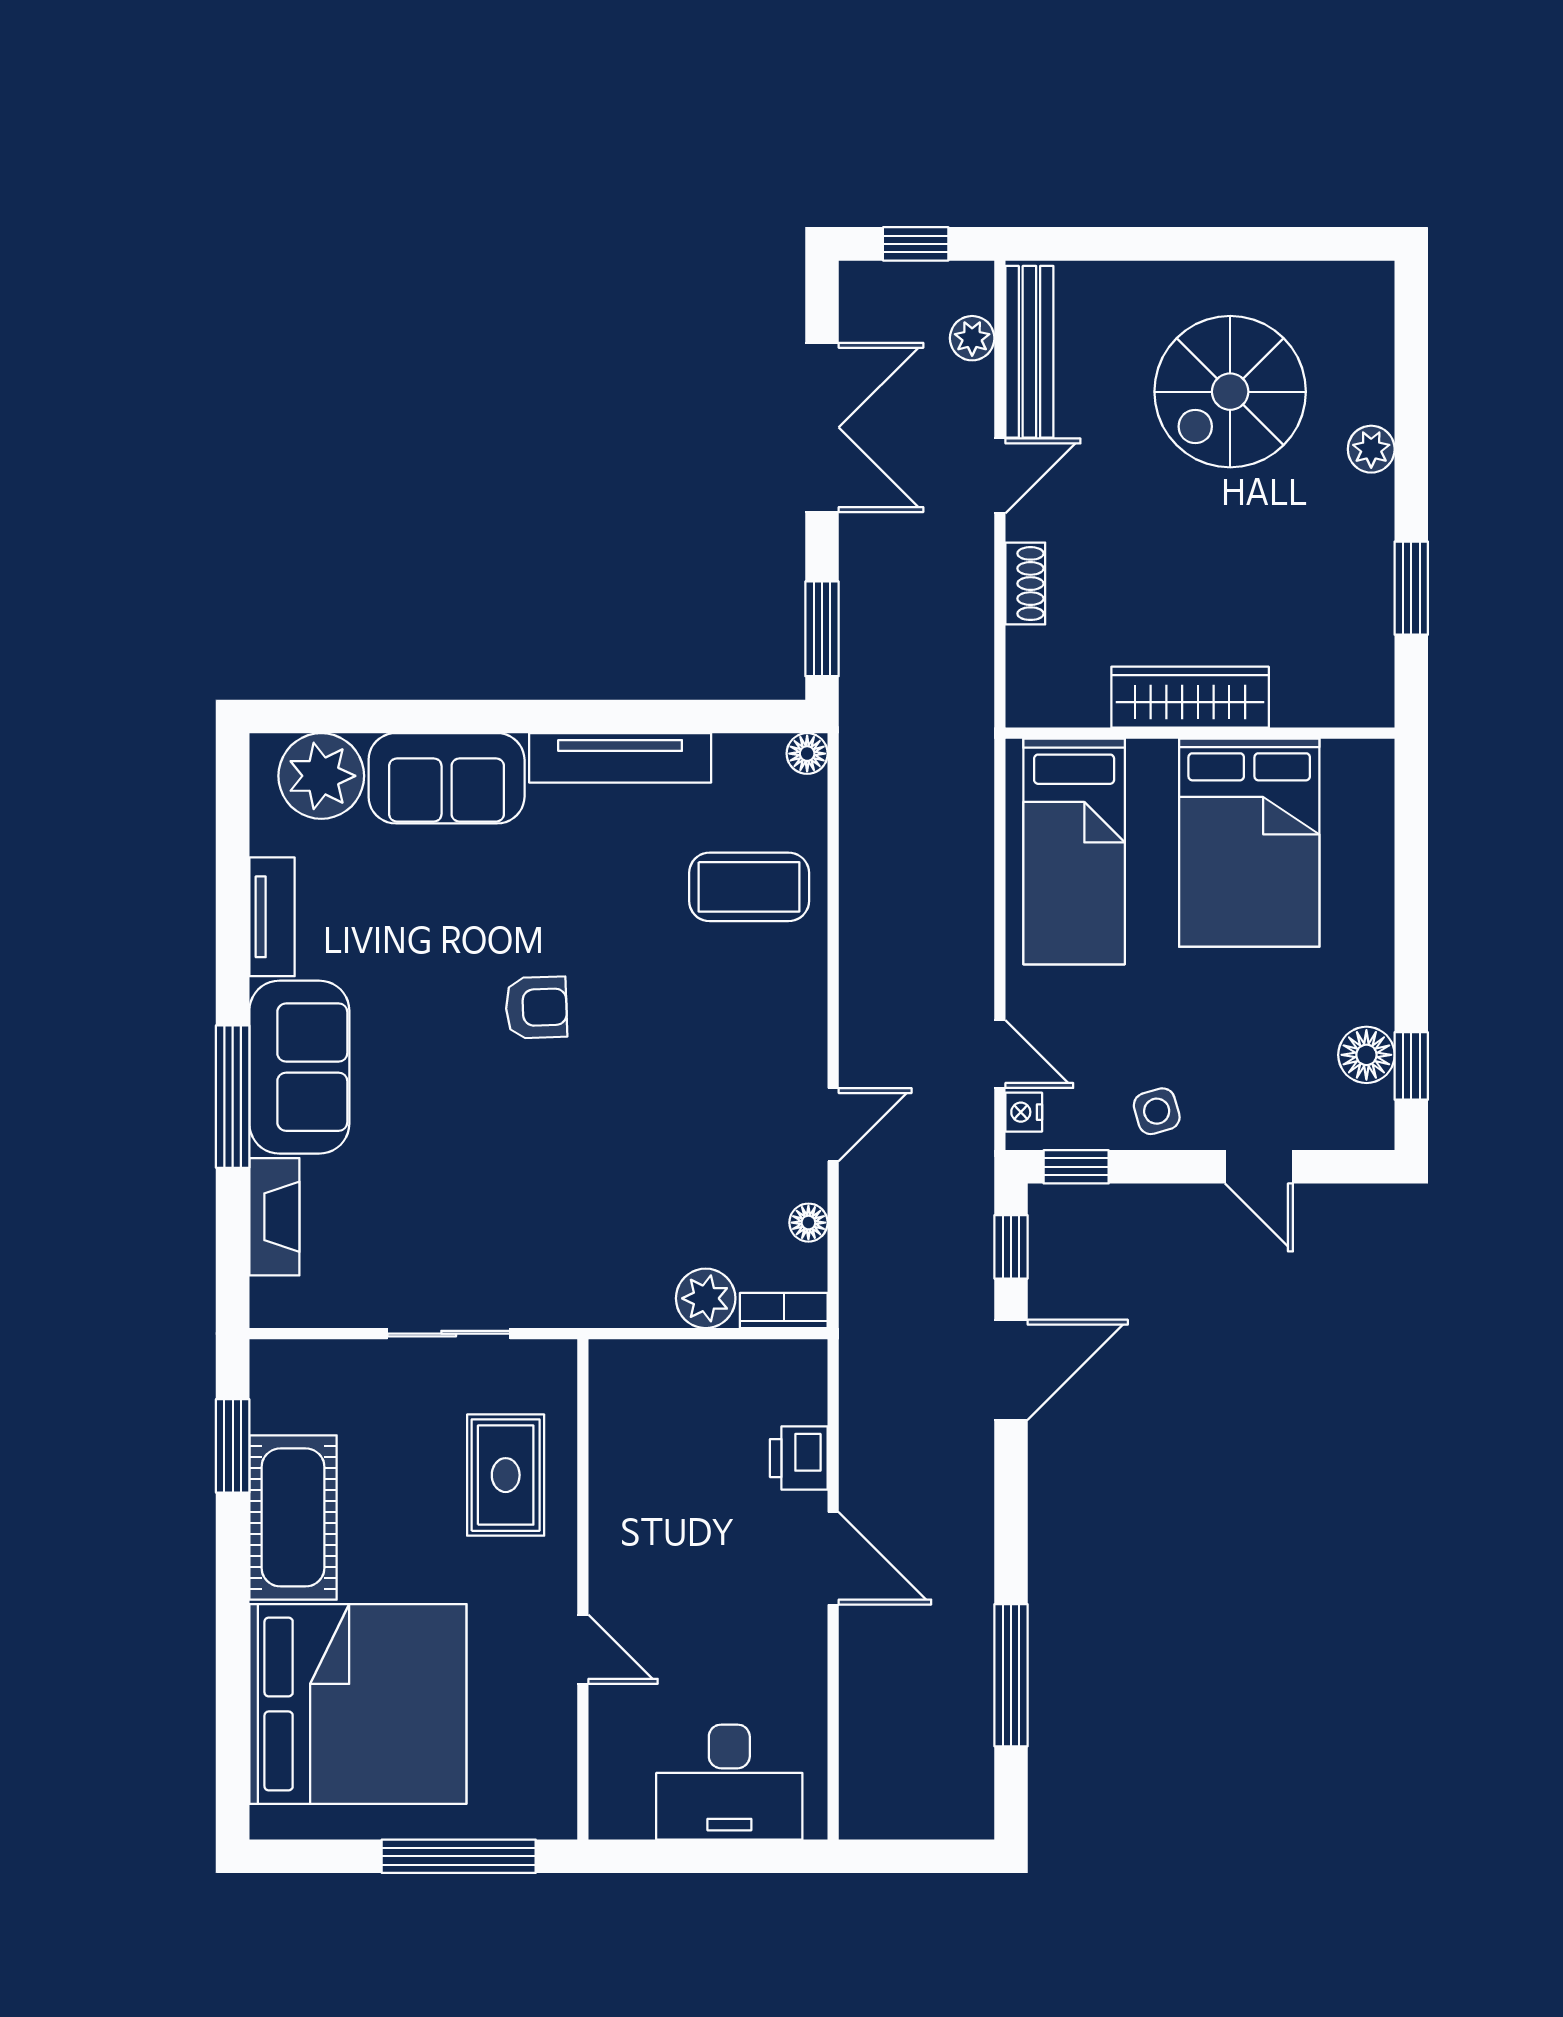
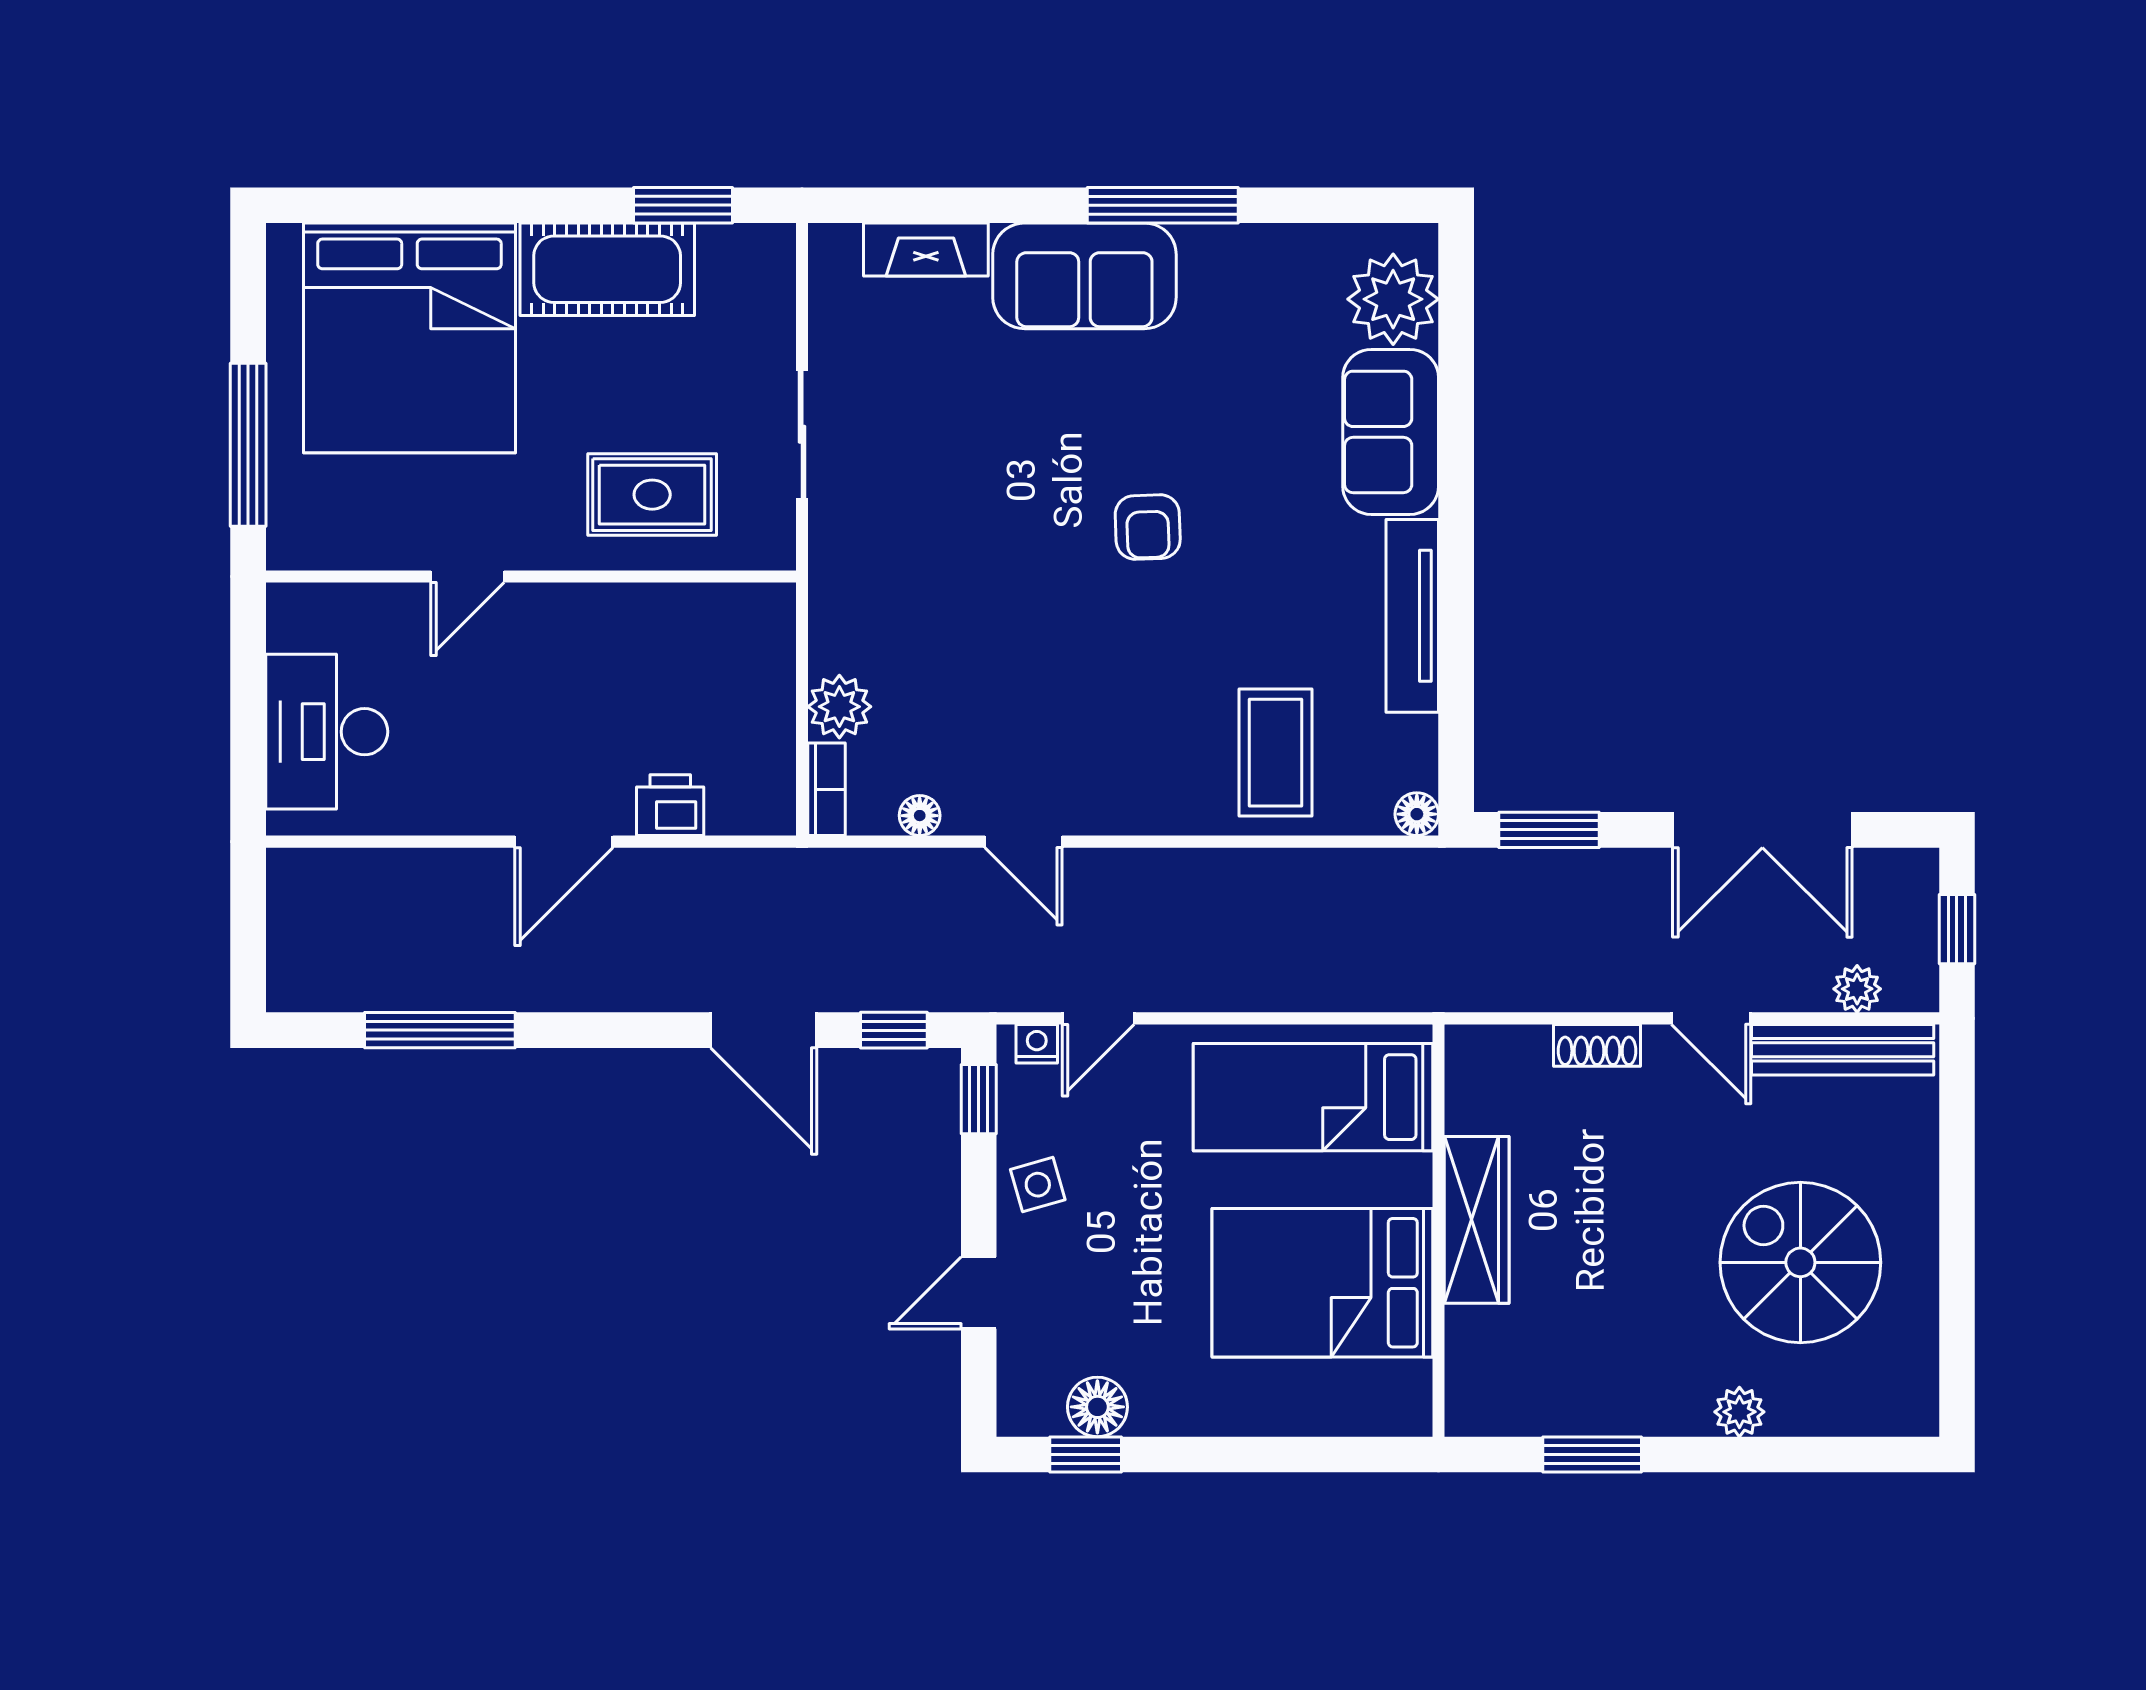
tv unit: (272, 917) -> (1244, 247), removed
window: (233, 1097) -> (1163, 205), moved

